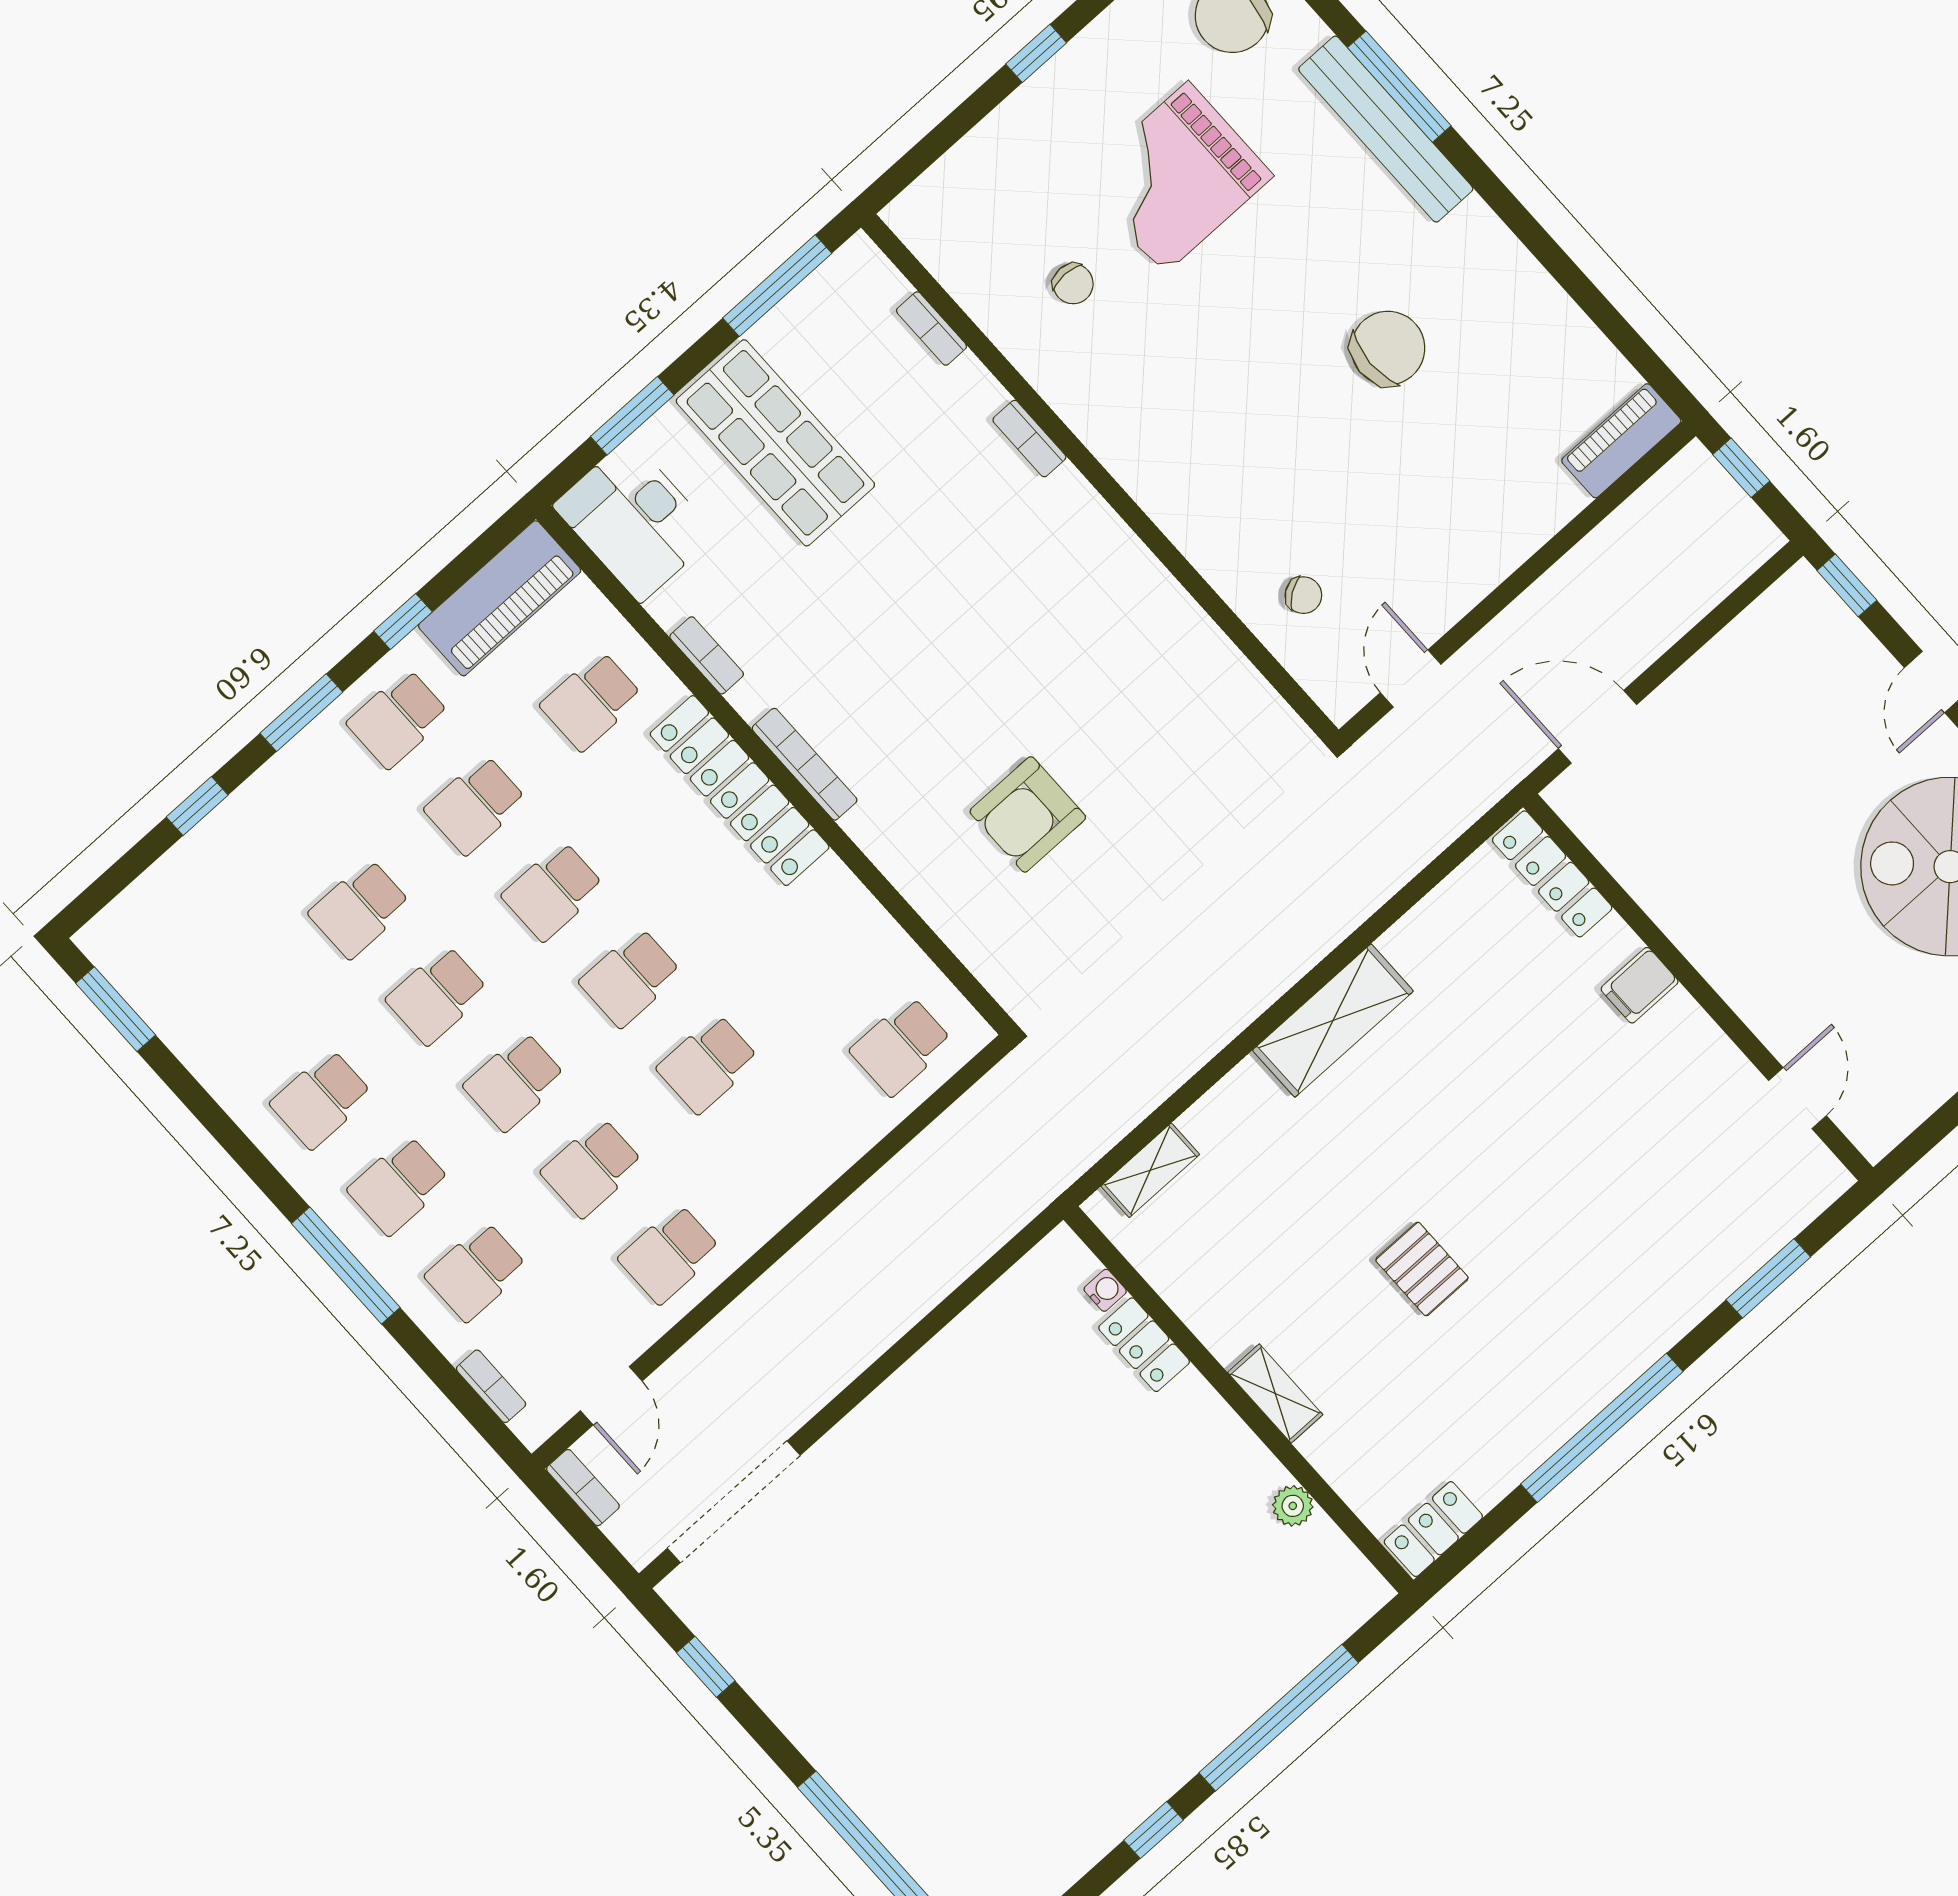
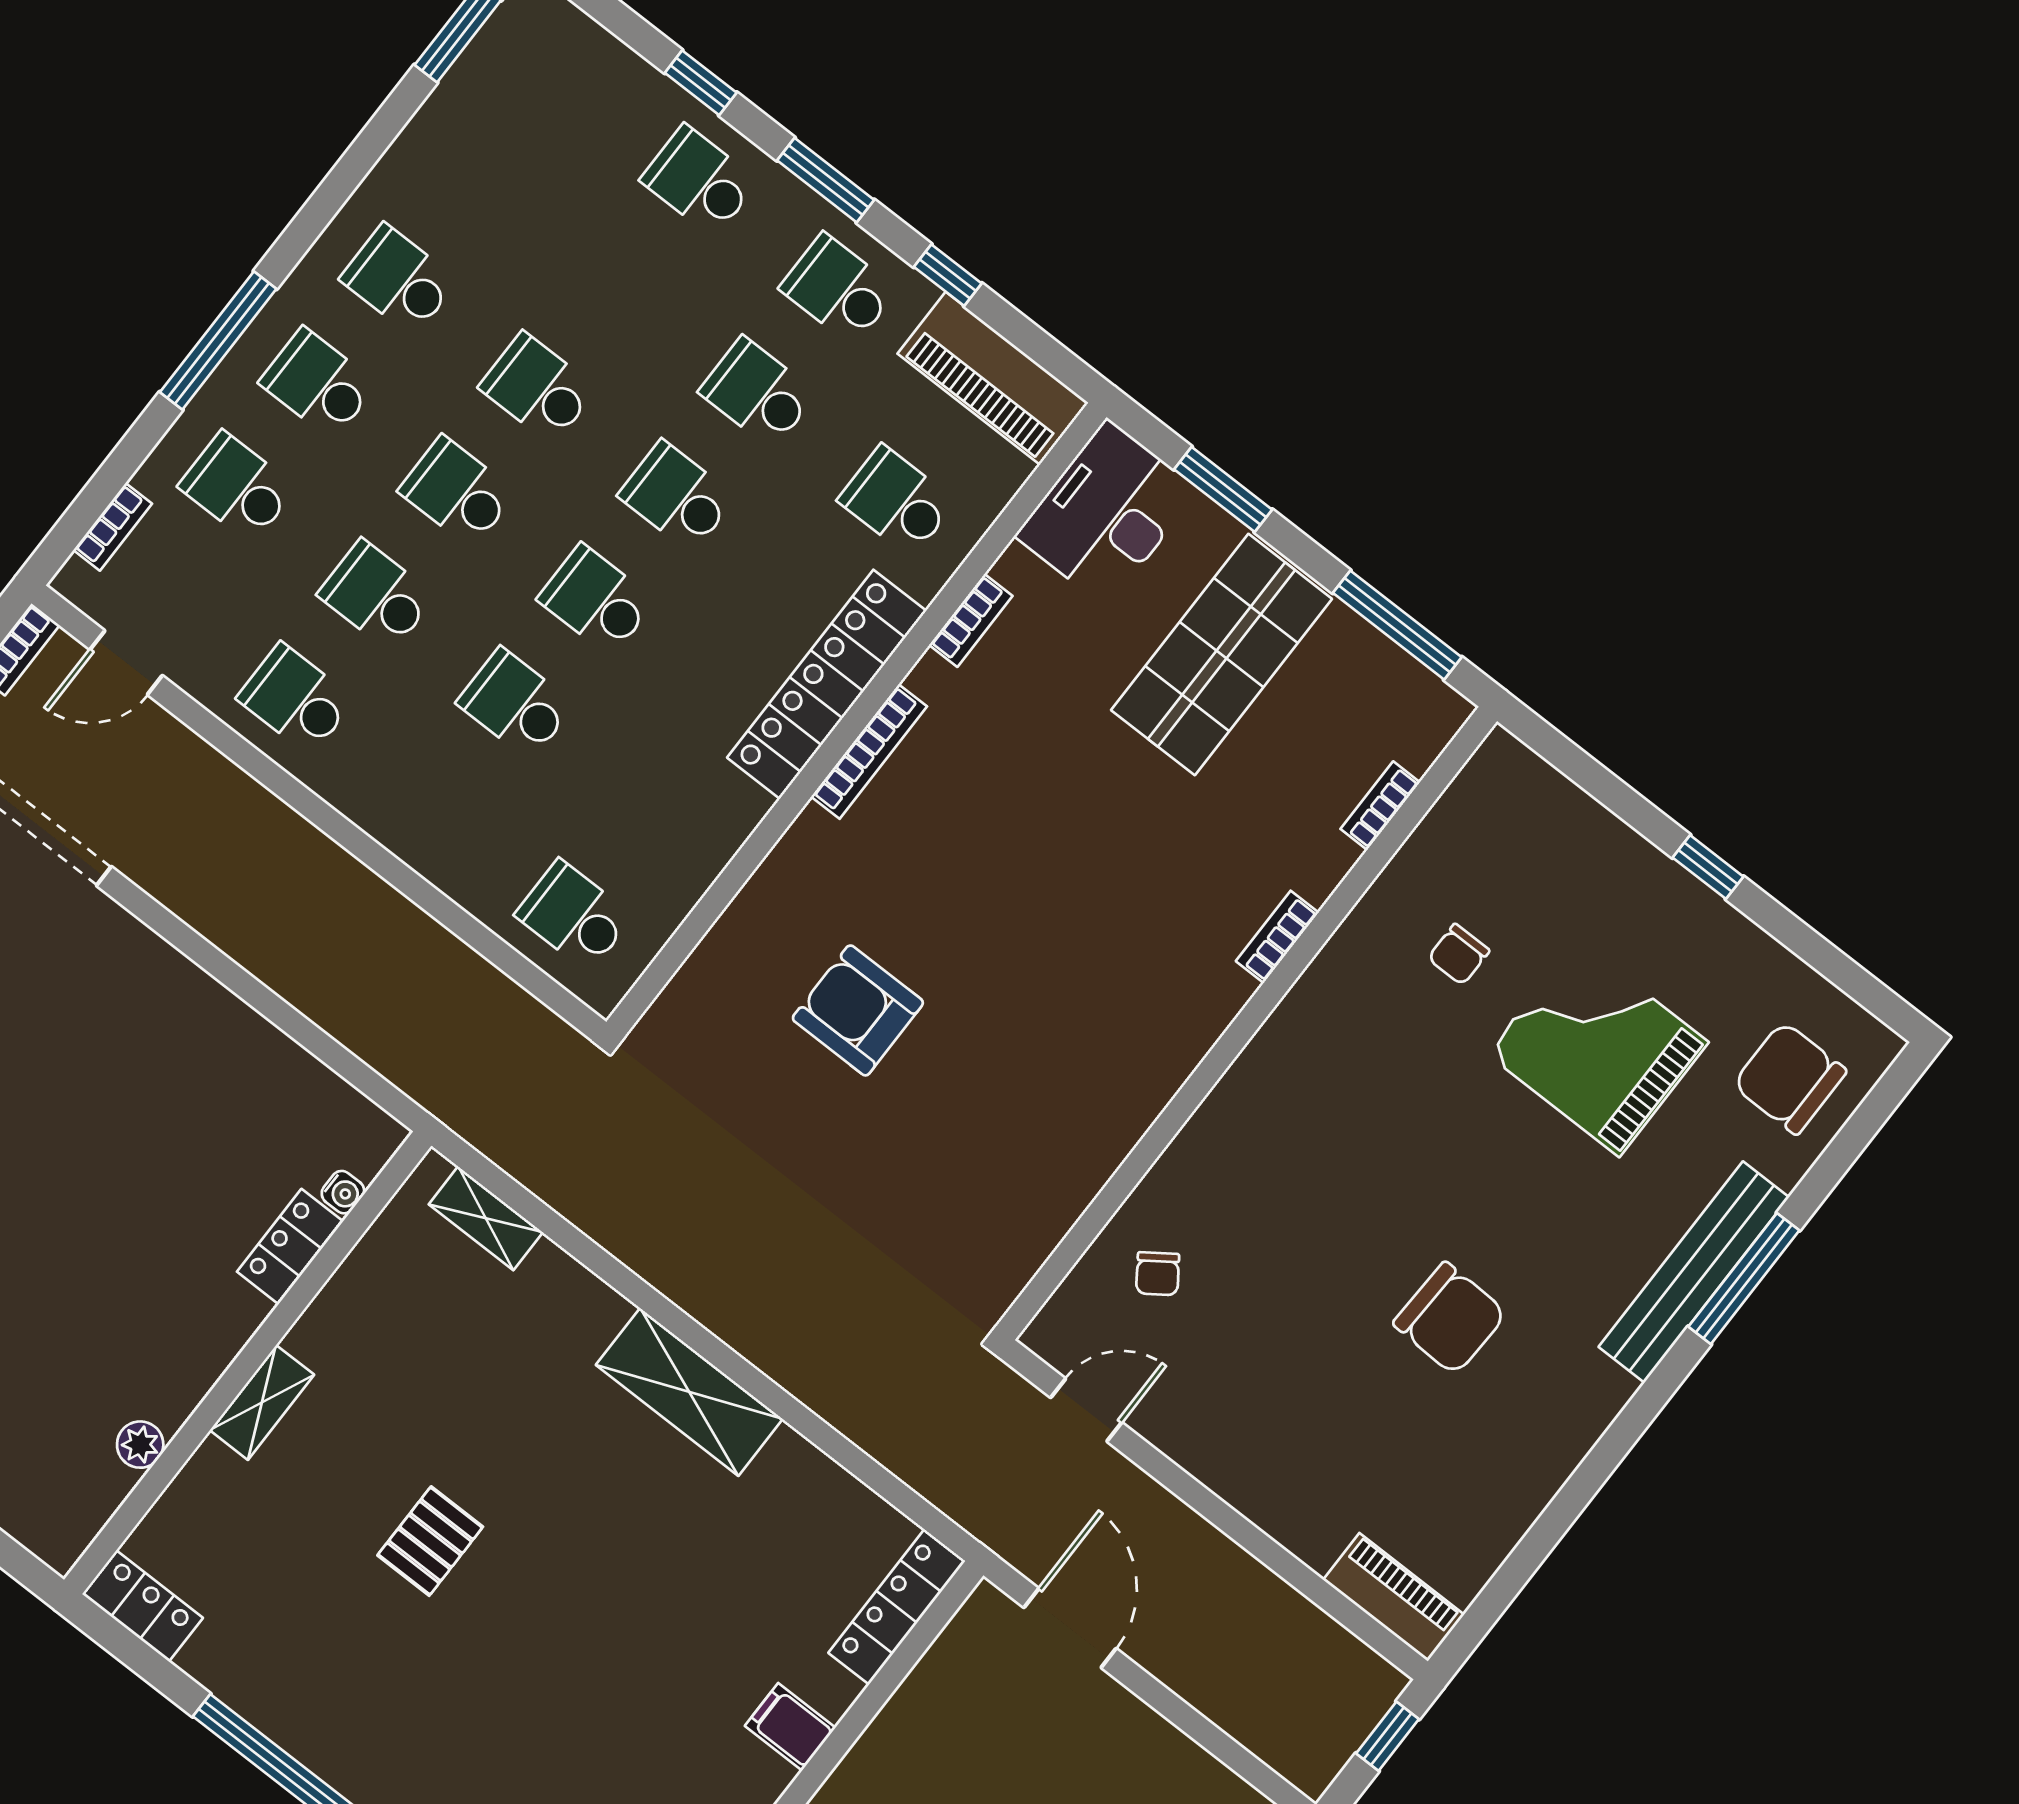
school desk: (360, 909) -> (699, 181), moved

